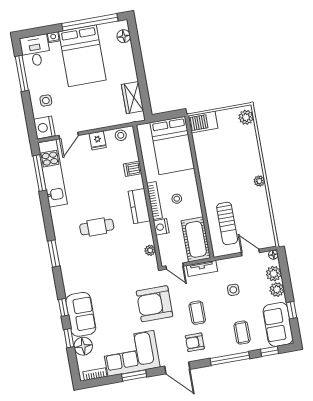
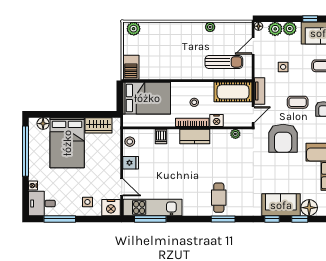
bed: (82, 56) -> (67, 143), moved, turned 90
plant: (259, 181) -> (210, 27), moved
cafe table: (97, 227) -> (219, 198), moved

